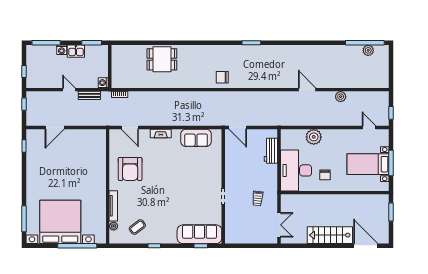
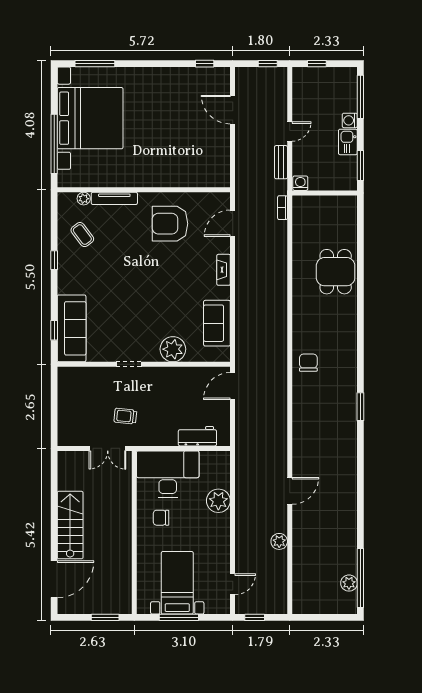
plant: (213, 167) -> (173, 349), added
double door: (279, 225) -> (108, 448), moved

